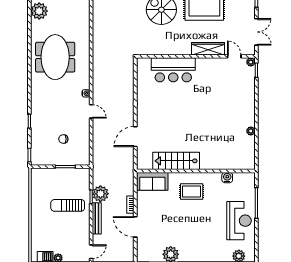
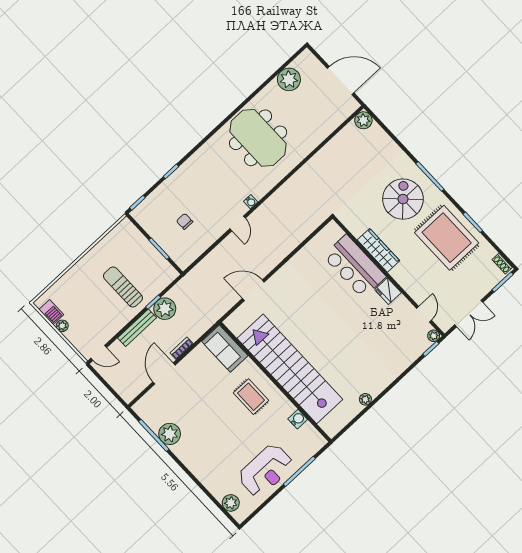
wardrobe: (208, 49) -> (379, 250), moved
meeting table: (55, 57) -> (258, 138), turned 90
fridge: (204, 64) -> (388, 291), added
stairs: (176, 161) -> (290, 369), width x1.86, depth x1.51

